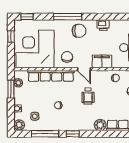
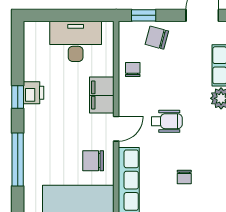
window: (101, 17) -> (18, 97), added
chair: (79, 31) -> (44, 138), removed

